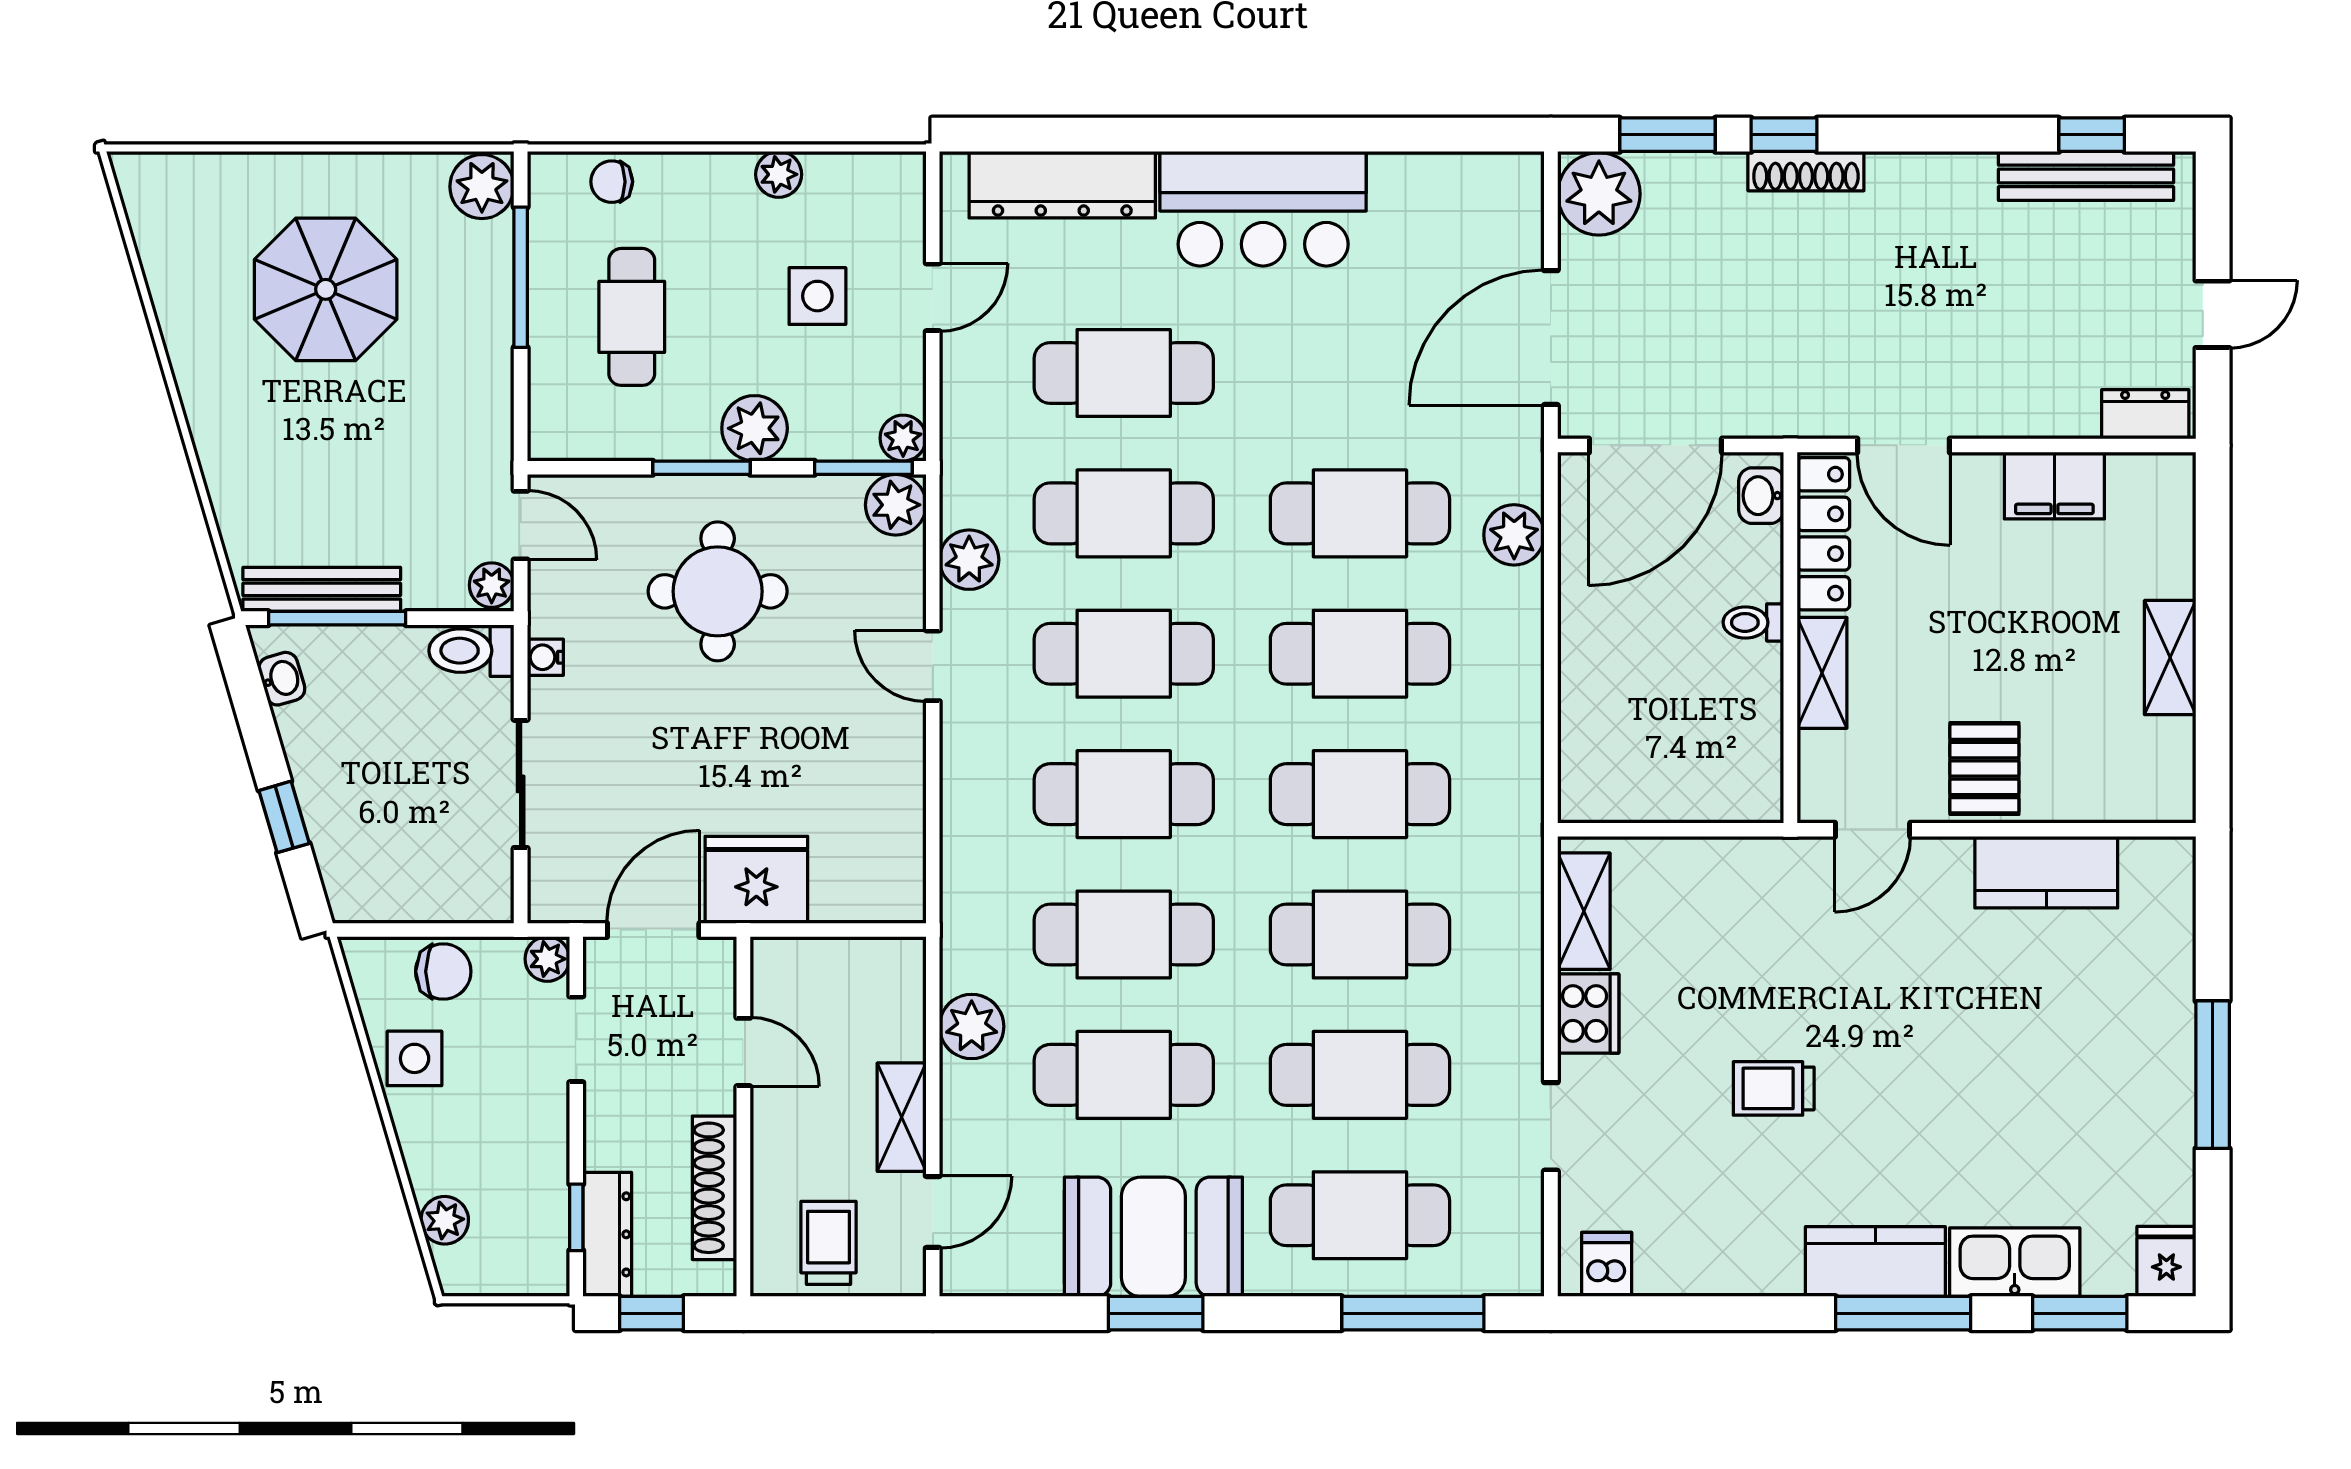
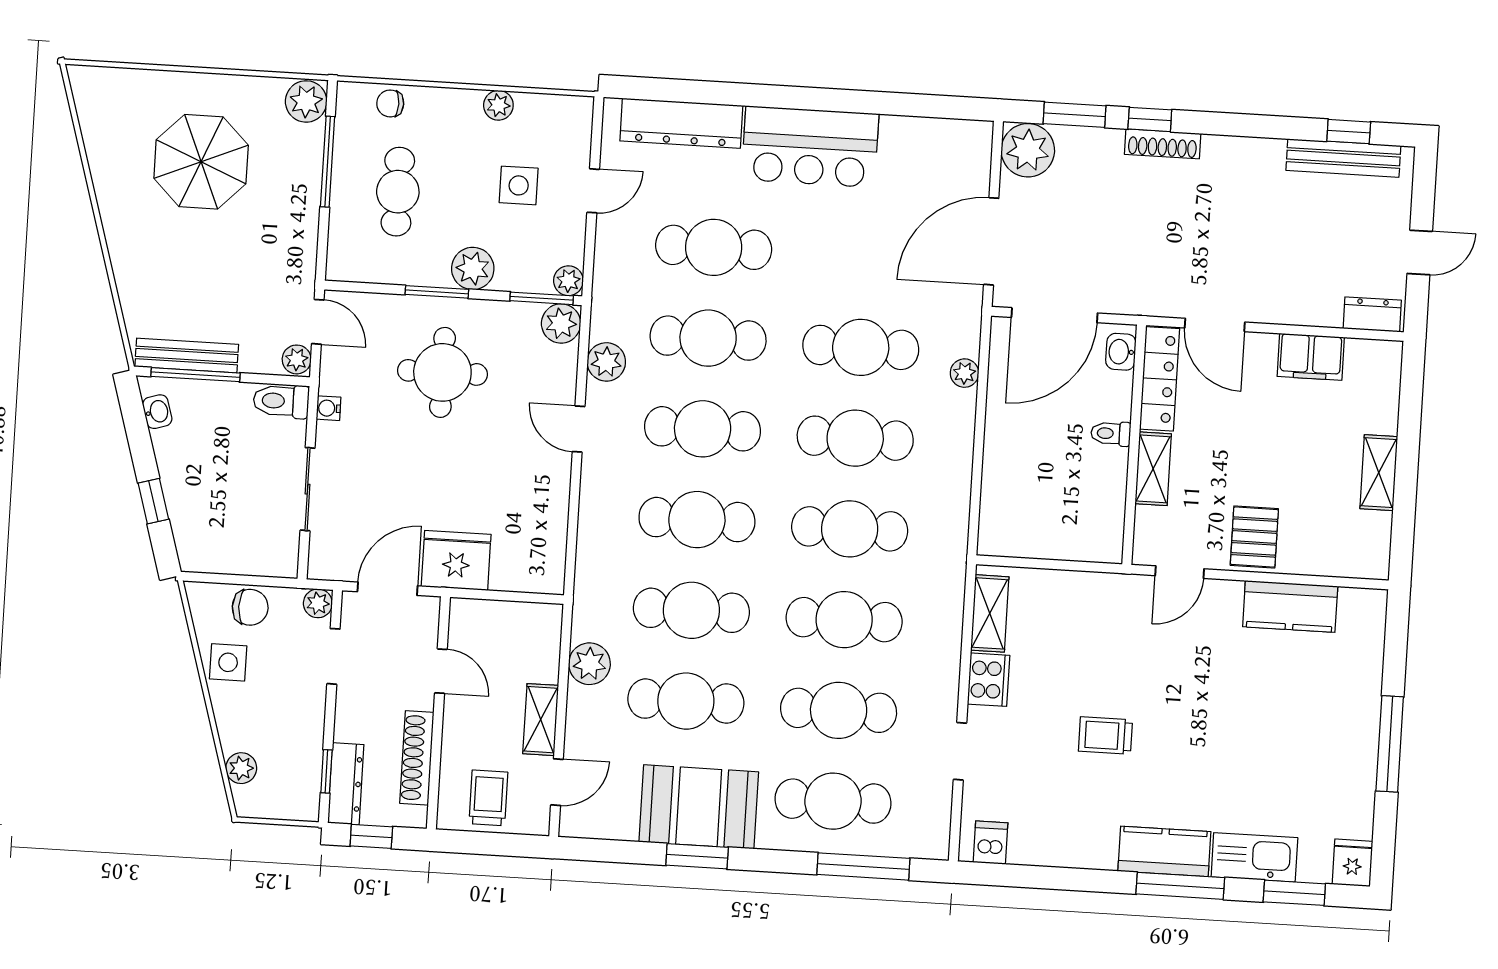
plant: (1514, 535) -> (964, 373), width x0.73, depth x0.73

